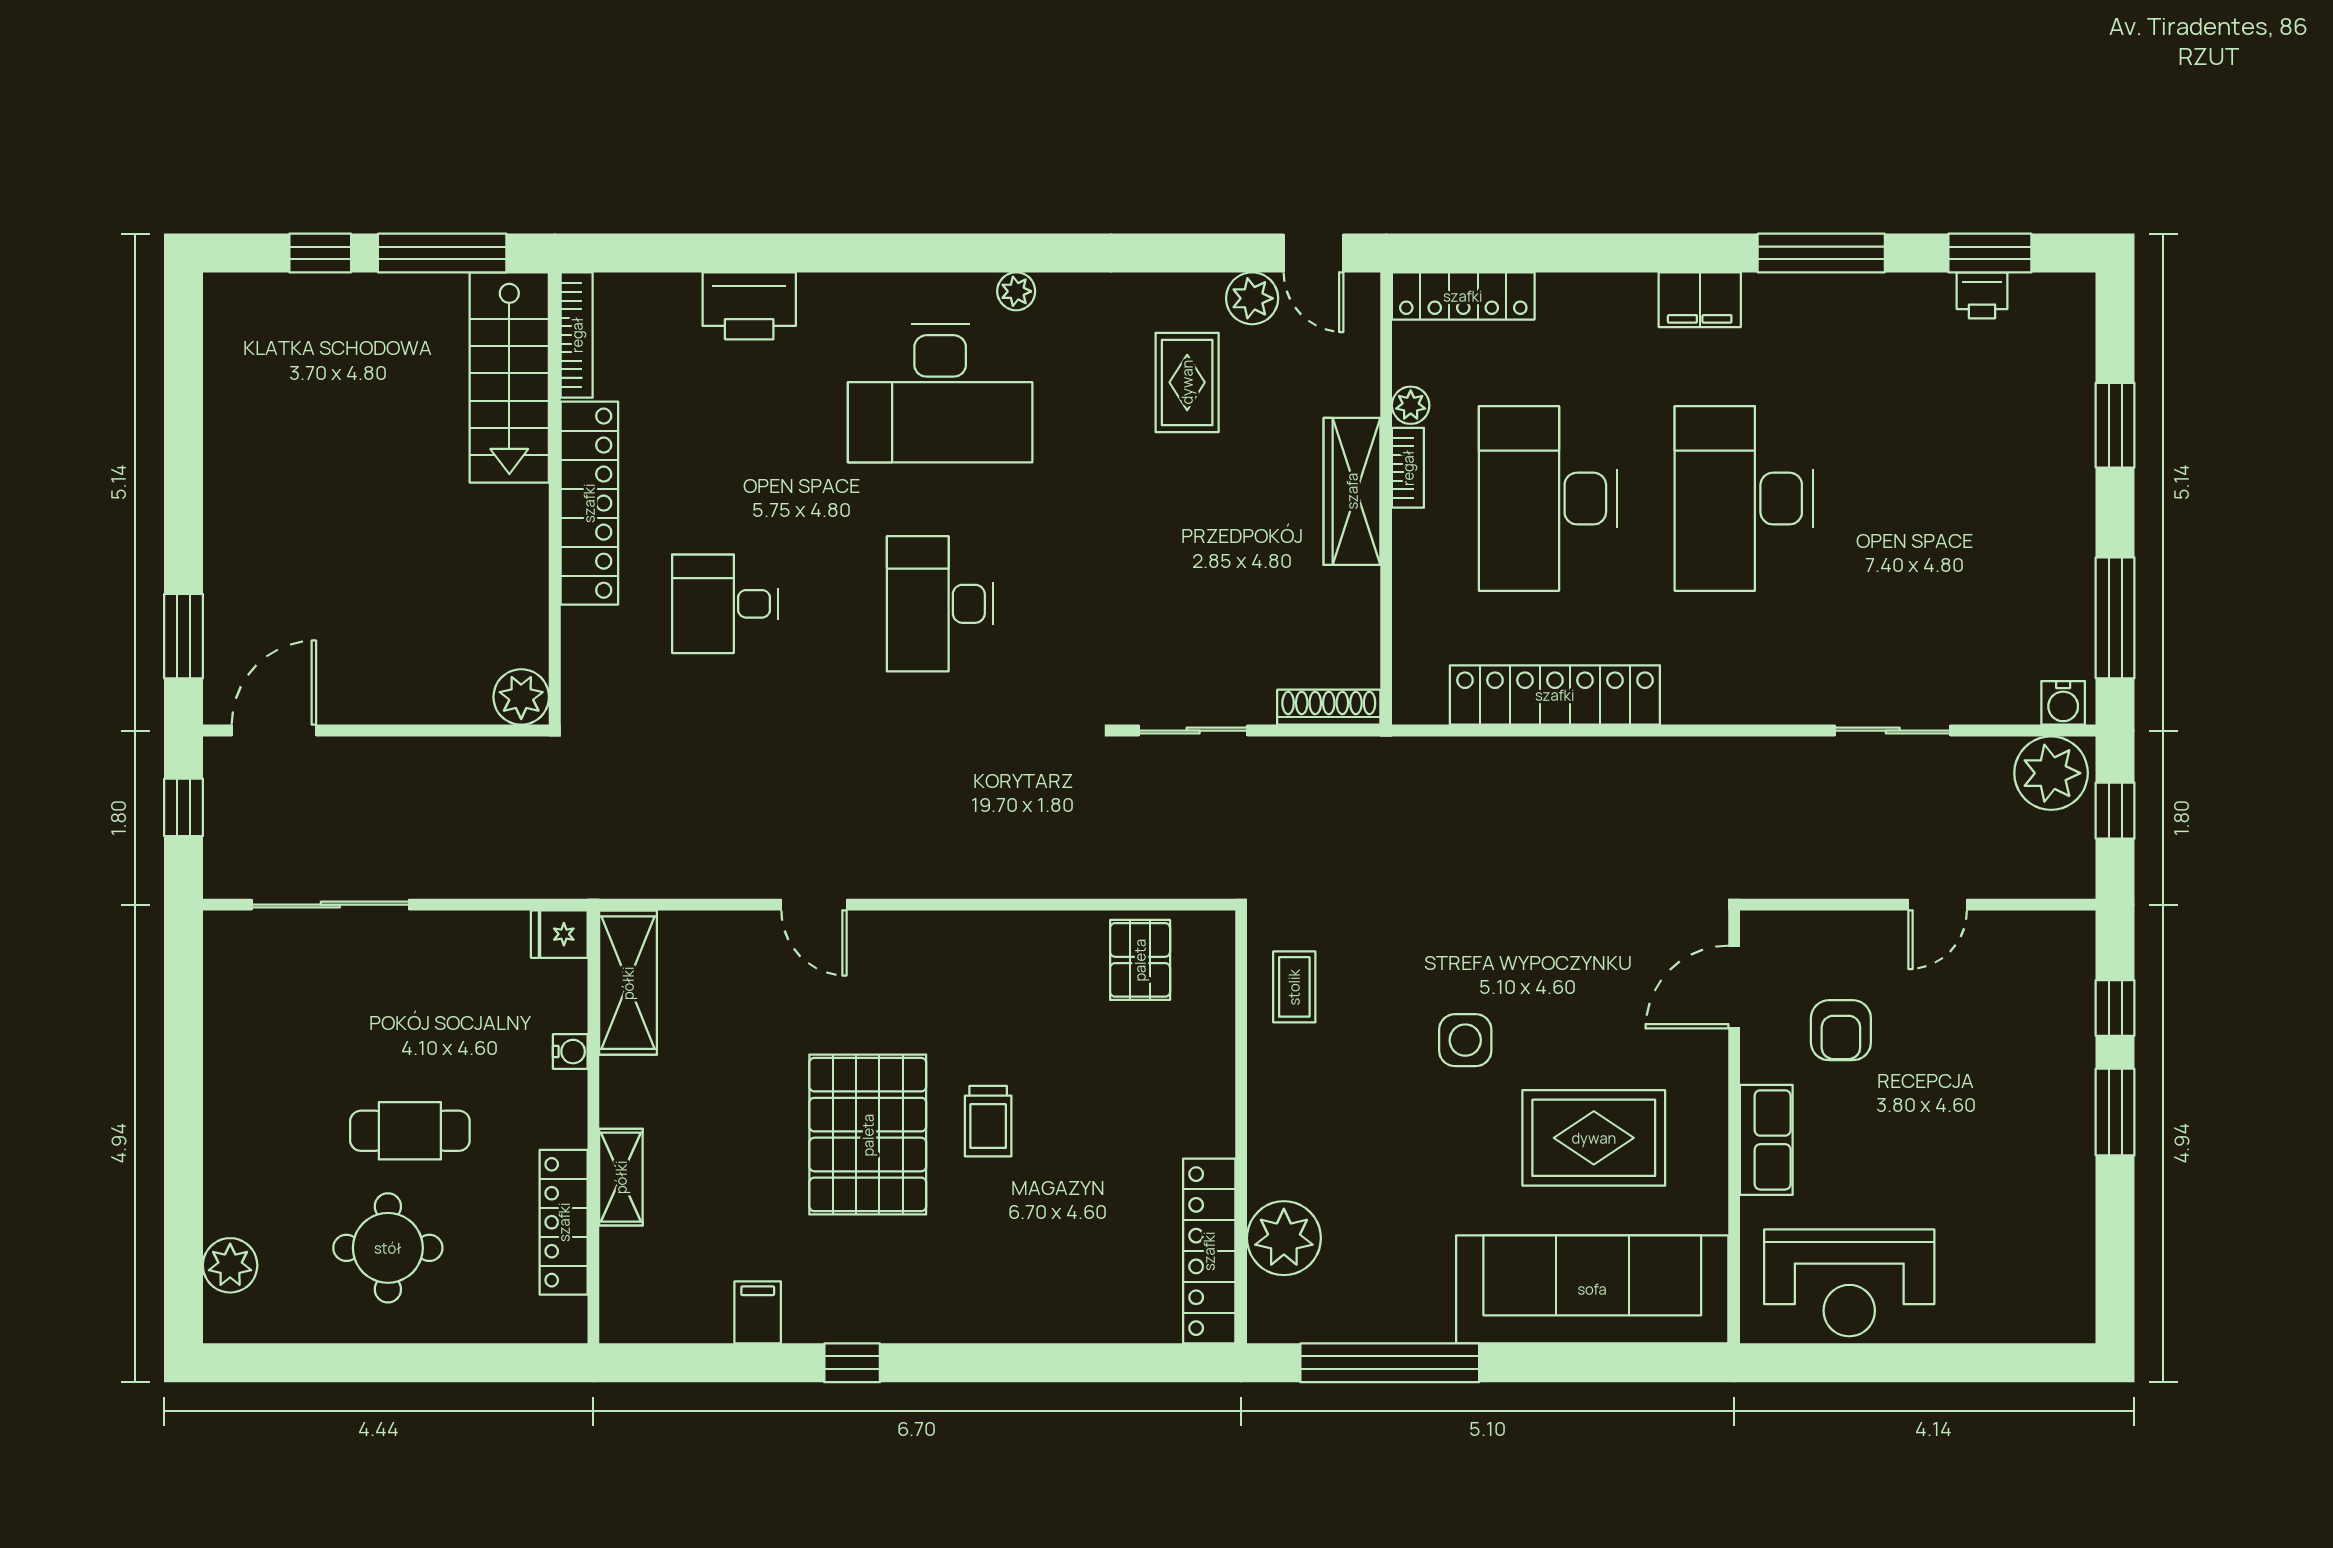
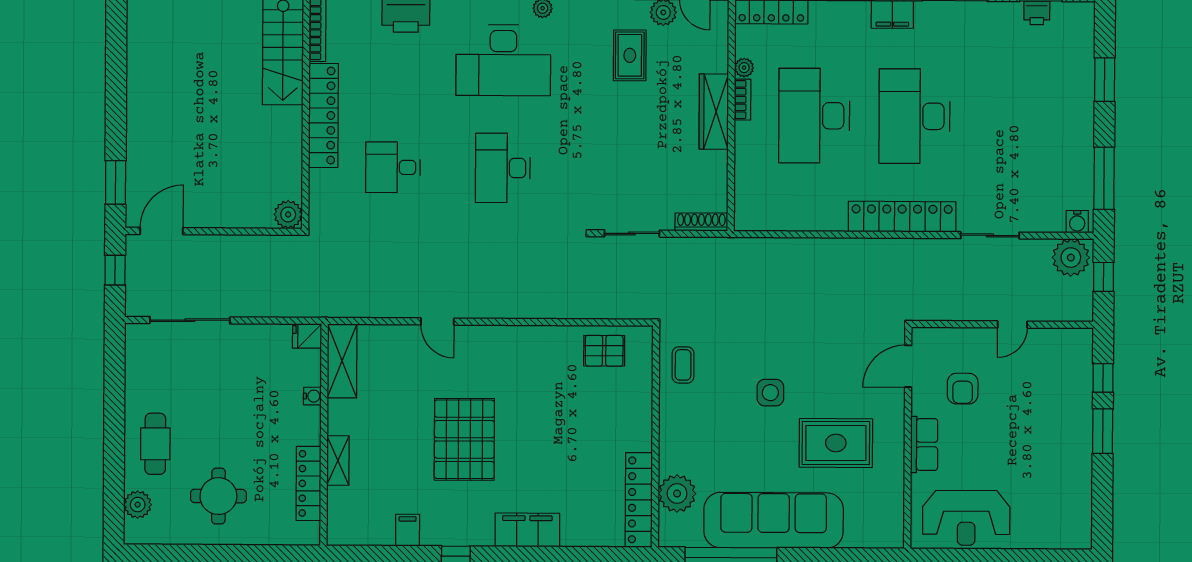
locker: (1555, 695) -> (902, 217), moved
pallet: (1140, 960) -> (604, 351), turned 90
trolley: (988, 1121) -> (526, 433), removed
cafe table: (410, 1131) -> (155, 444), moved, turned 90
sofa: (1592, 1289) -> (774, 520), moved
filing cabinet: (992, 1311) -> (527, 530), added

